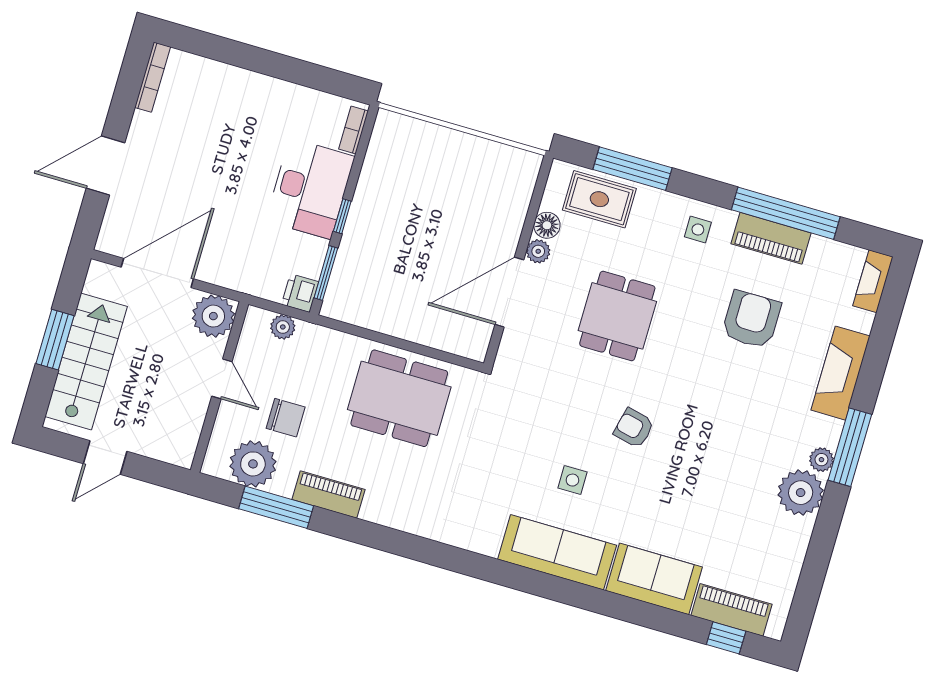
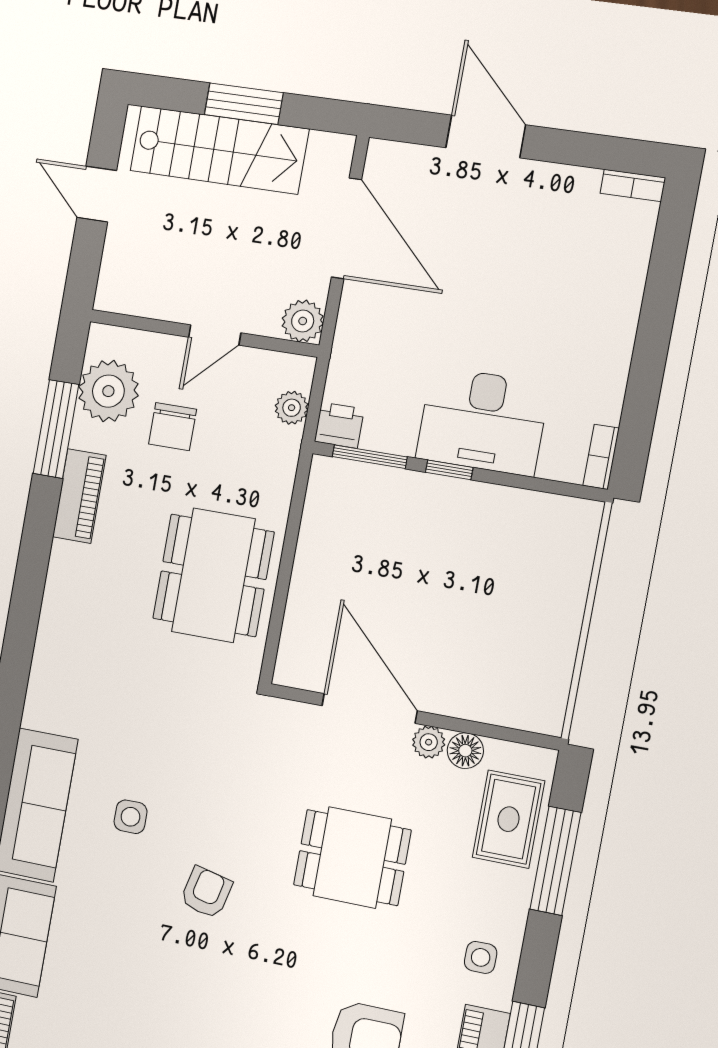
bookcase: (153, 77) -> (633, 185), width x0.64
bookcase: (353, 130) -> (601, 457), moved, turned -90
plant: (213, 316) -> (303, 321), width x0.73, depth x0.73

